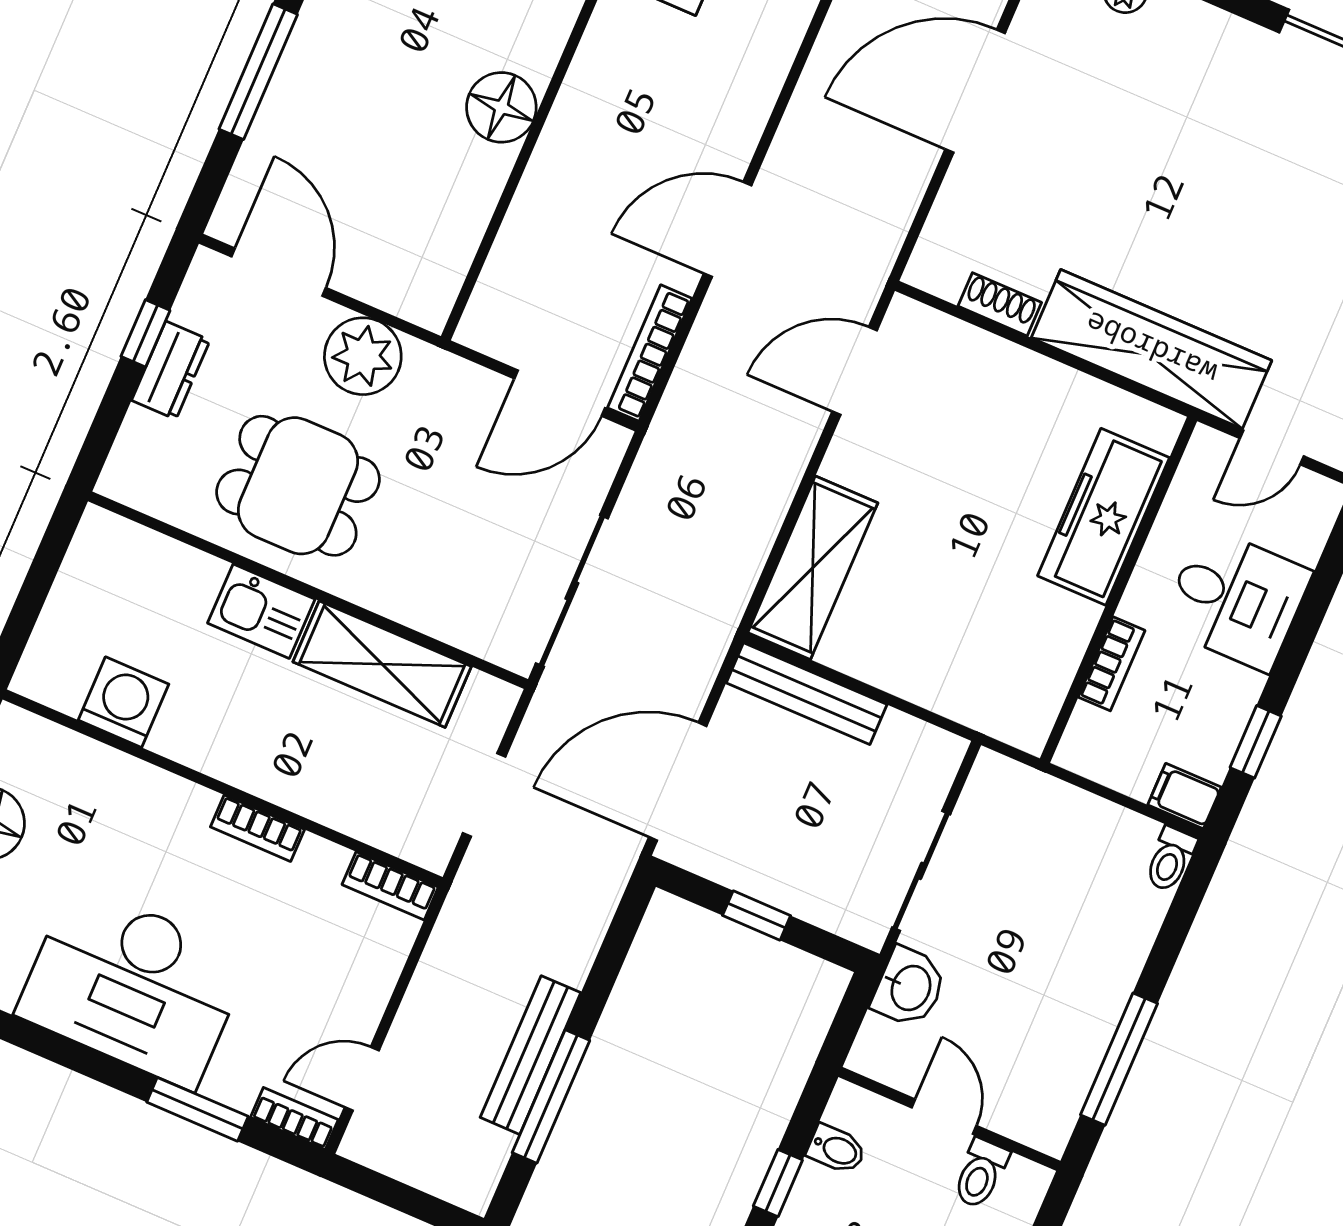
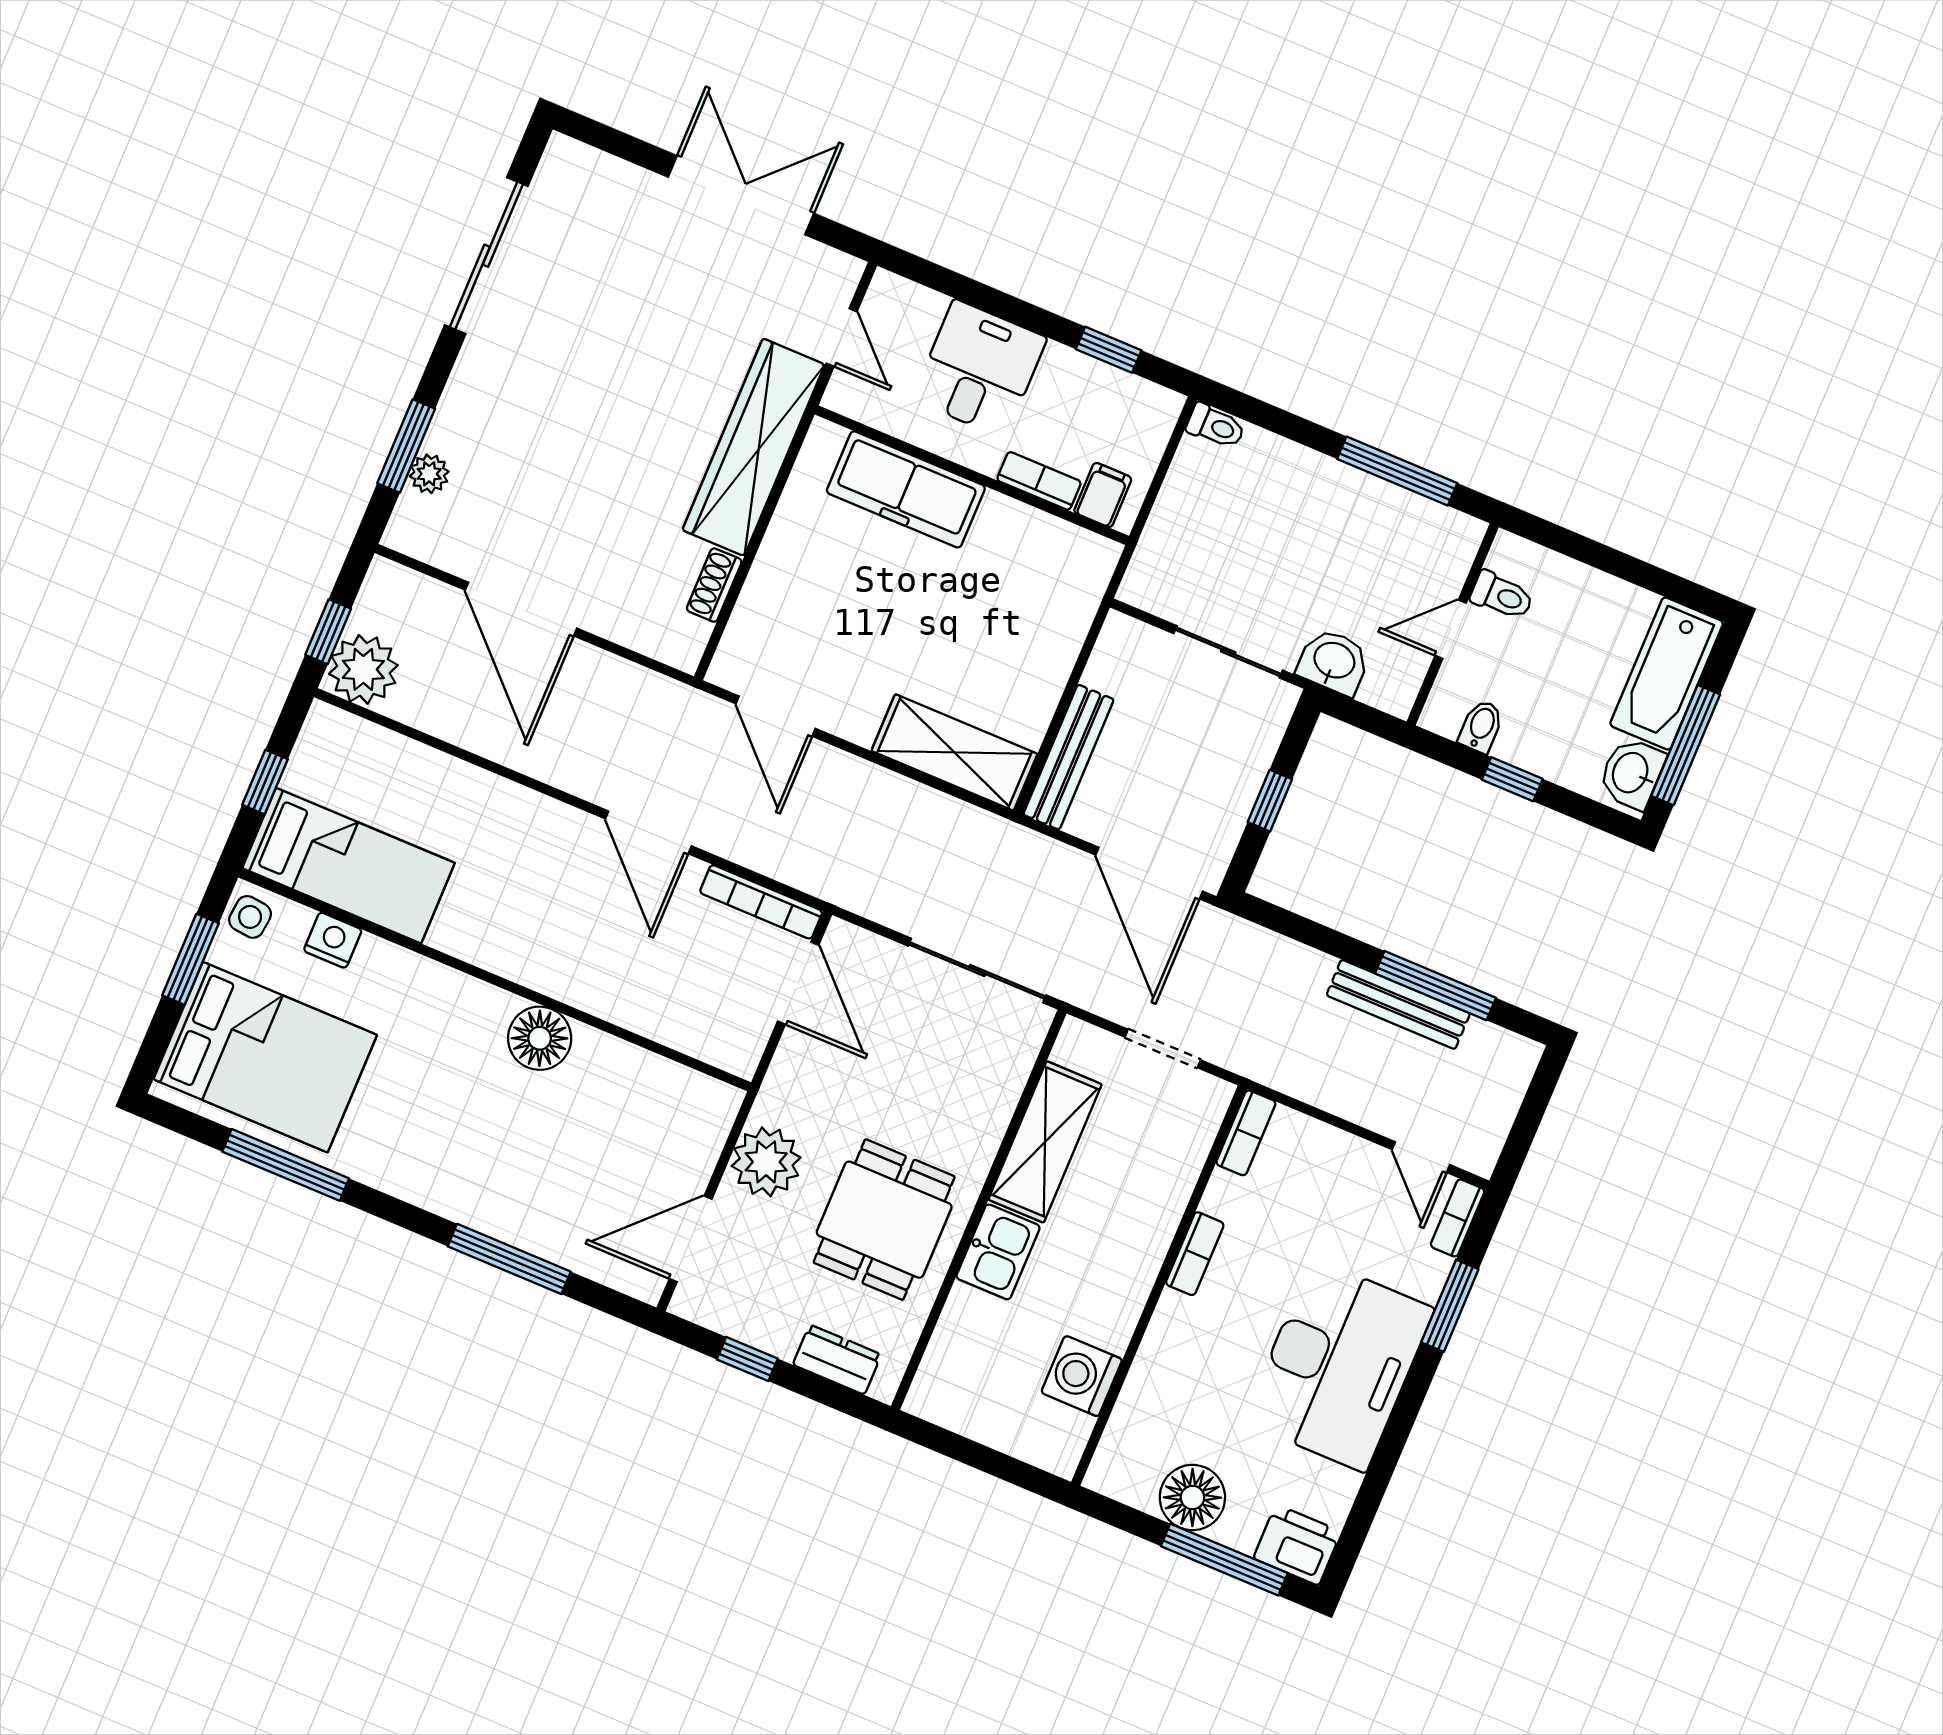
dresser: (171, 370) -> (837, 1360), moved
filing cabinet: (1185, 796) -> (1103, 495), moved, turned 180

